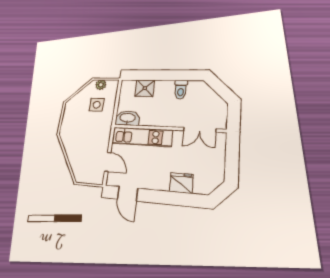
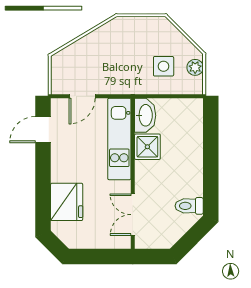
shower: (145, 88) -> (147, 147), moved
toilet: (181, 89) -> (189, 206), moved
fridge: (181, 183) -> (67, 202), width x1.36, depth x1.34

